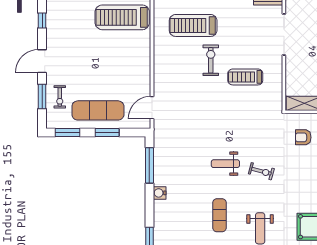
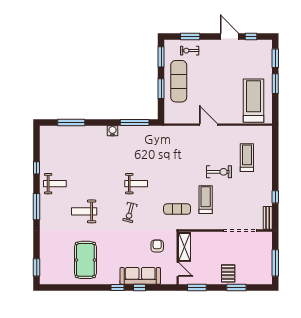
treadmill: (193, 25) -> (247, 158), width x0.73, depth x0.73
door: (42, 61) -> (229, 36), moved
door: (152, 108) -> (208, 125), moved
weight bench: (225, 164) -> (136, 184), turned 90
exercise mat: (219, 215) -> (177, 209), moved

